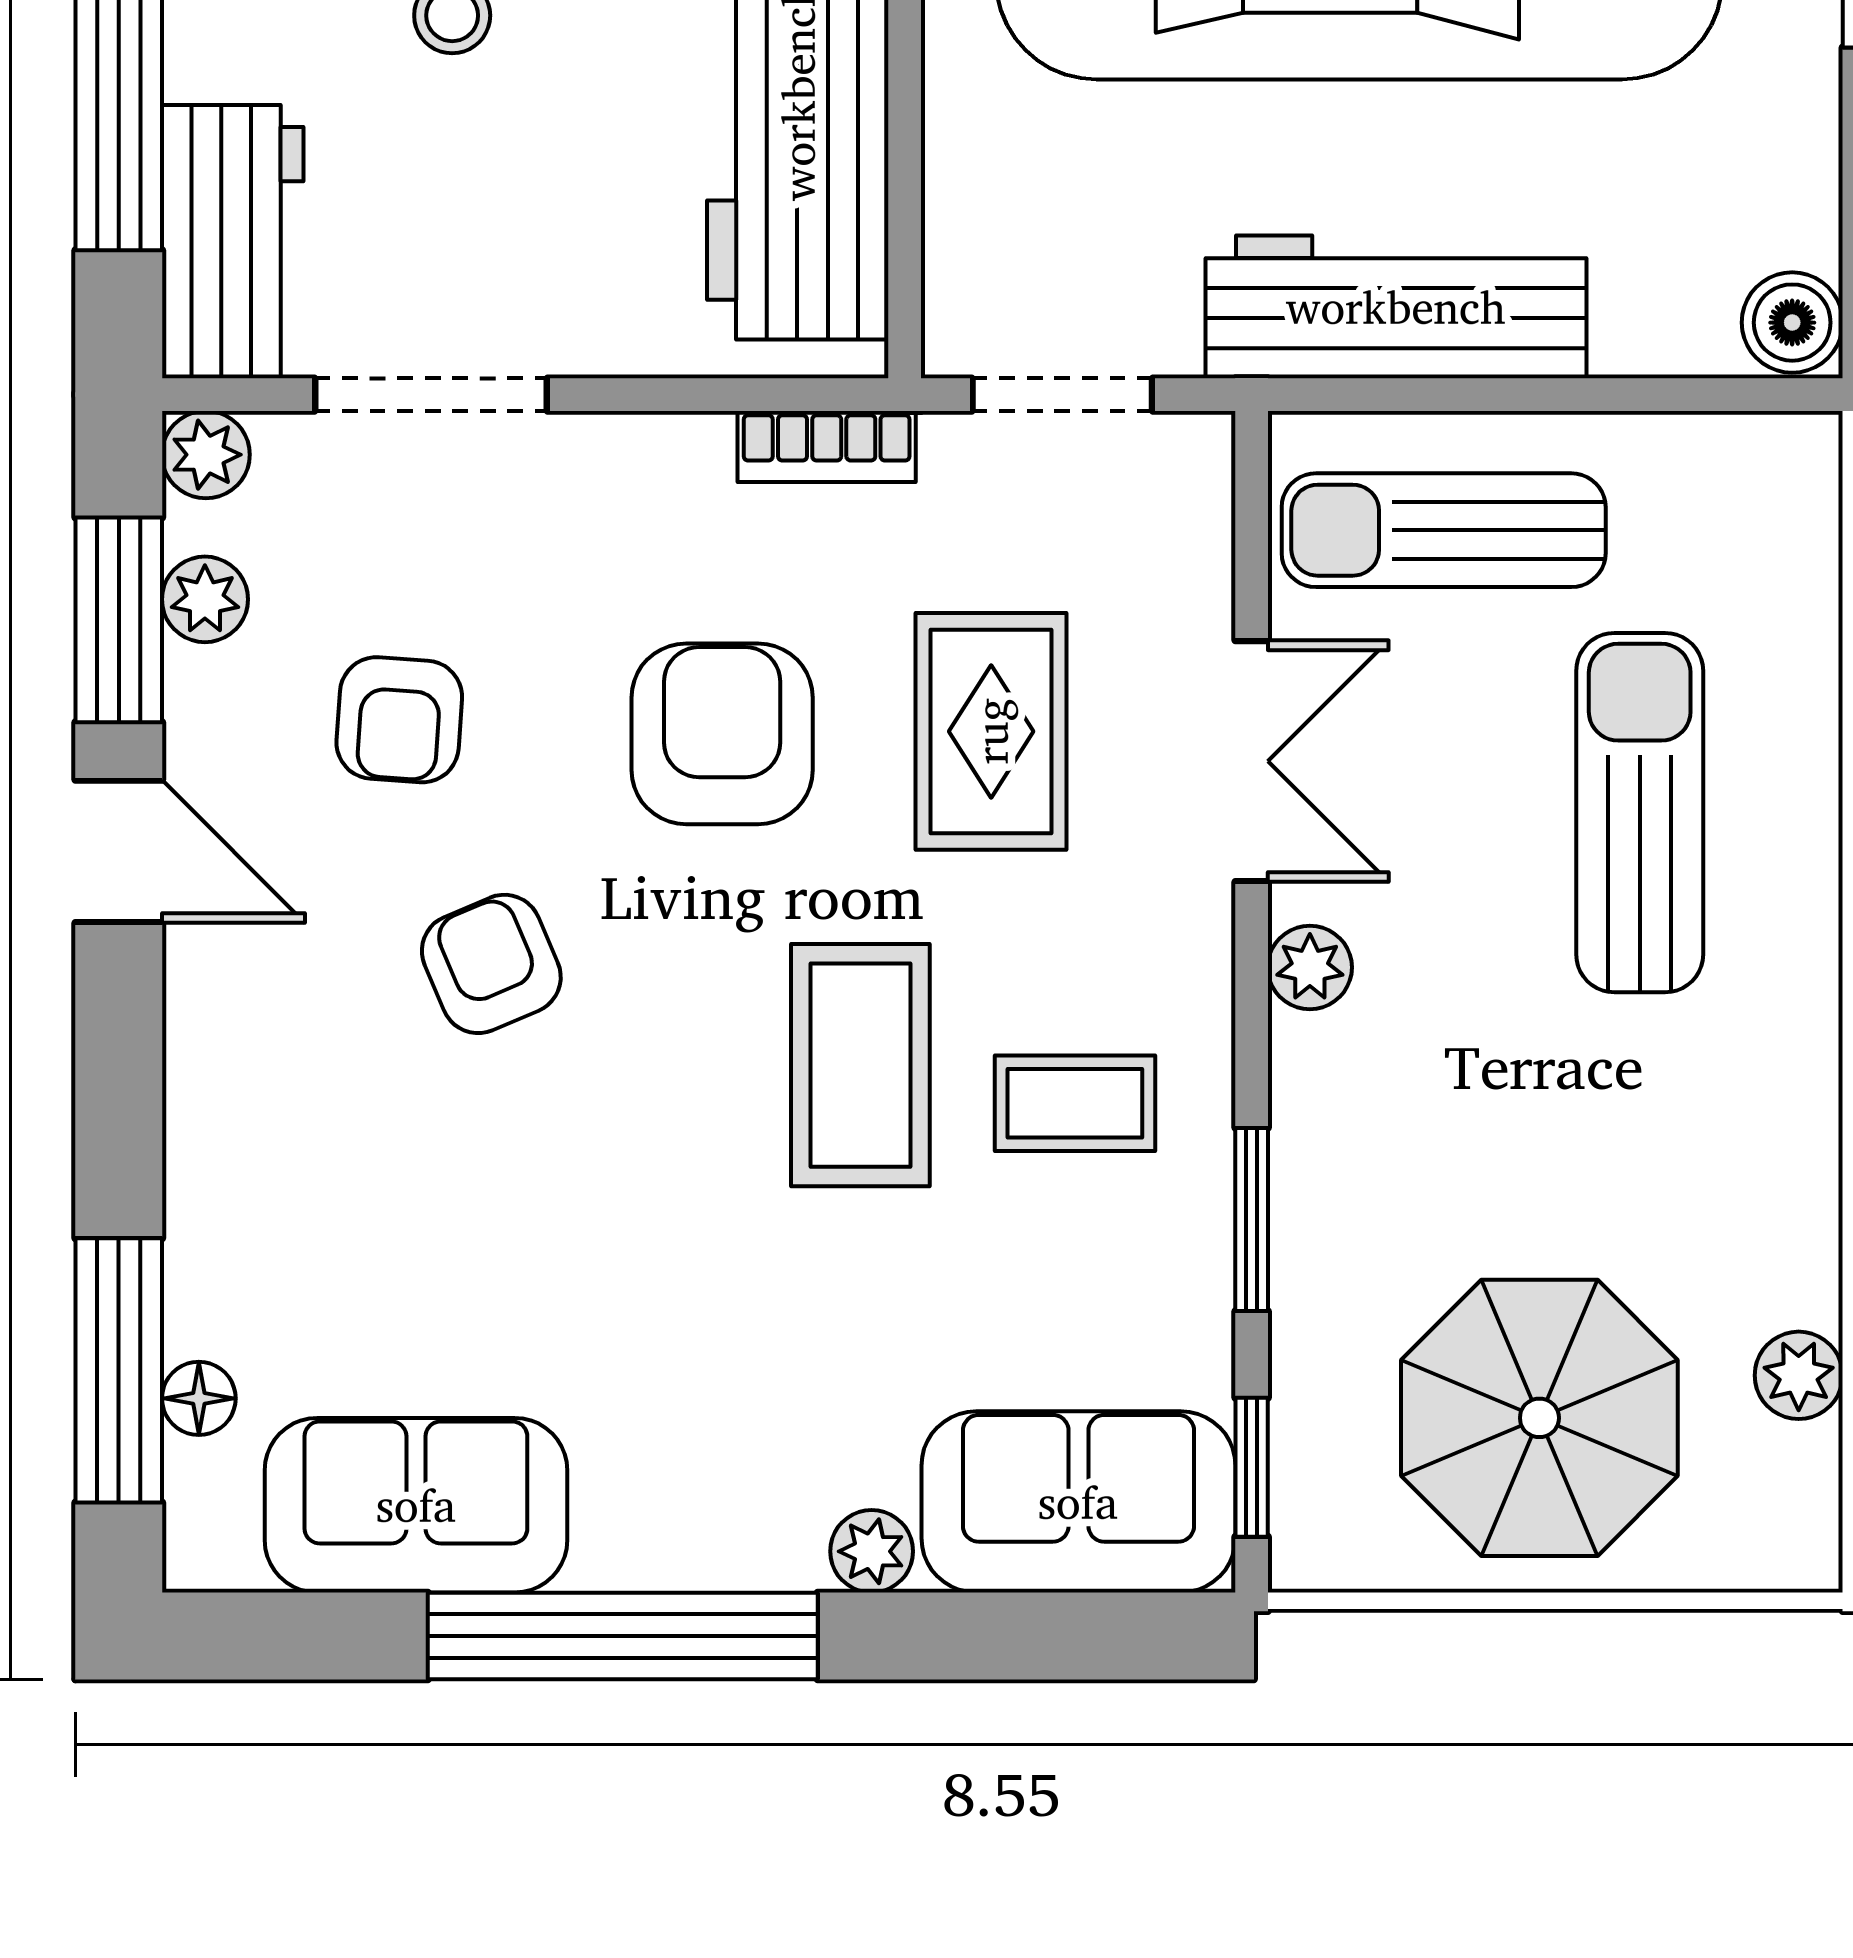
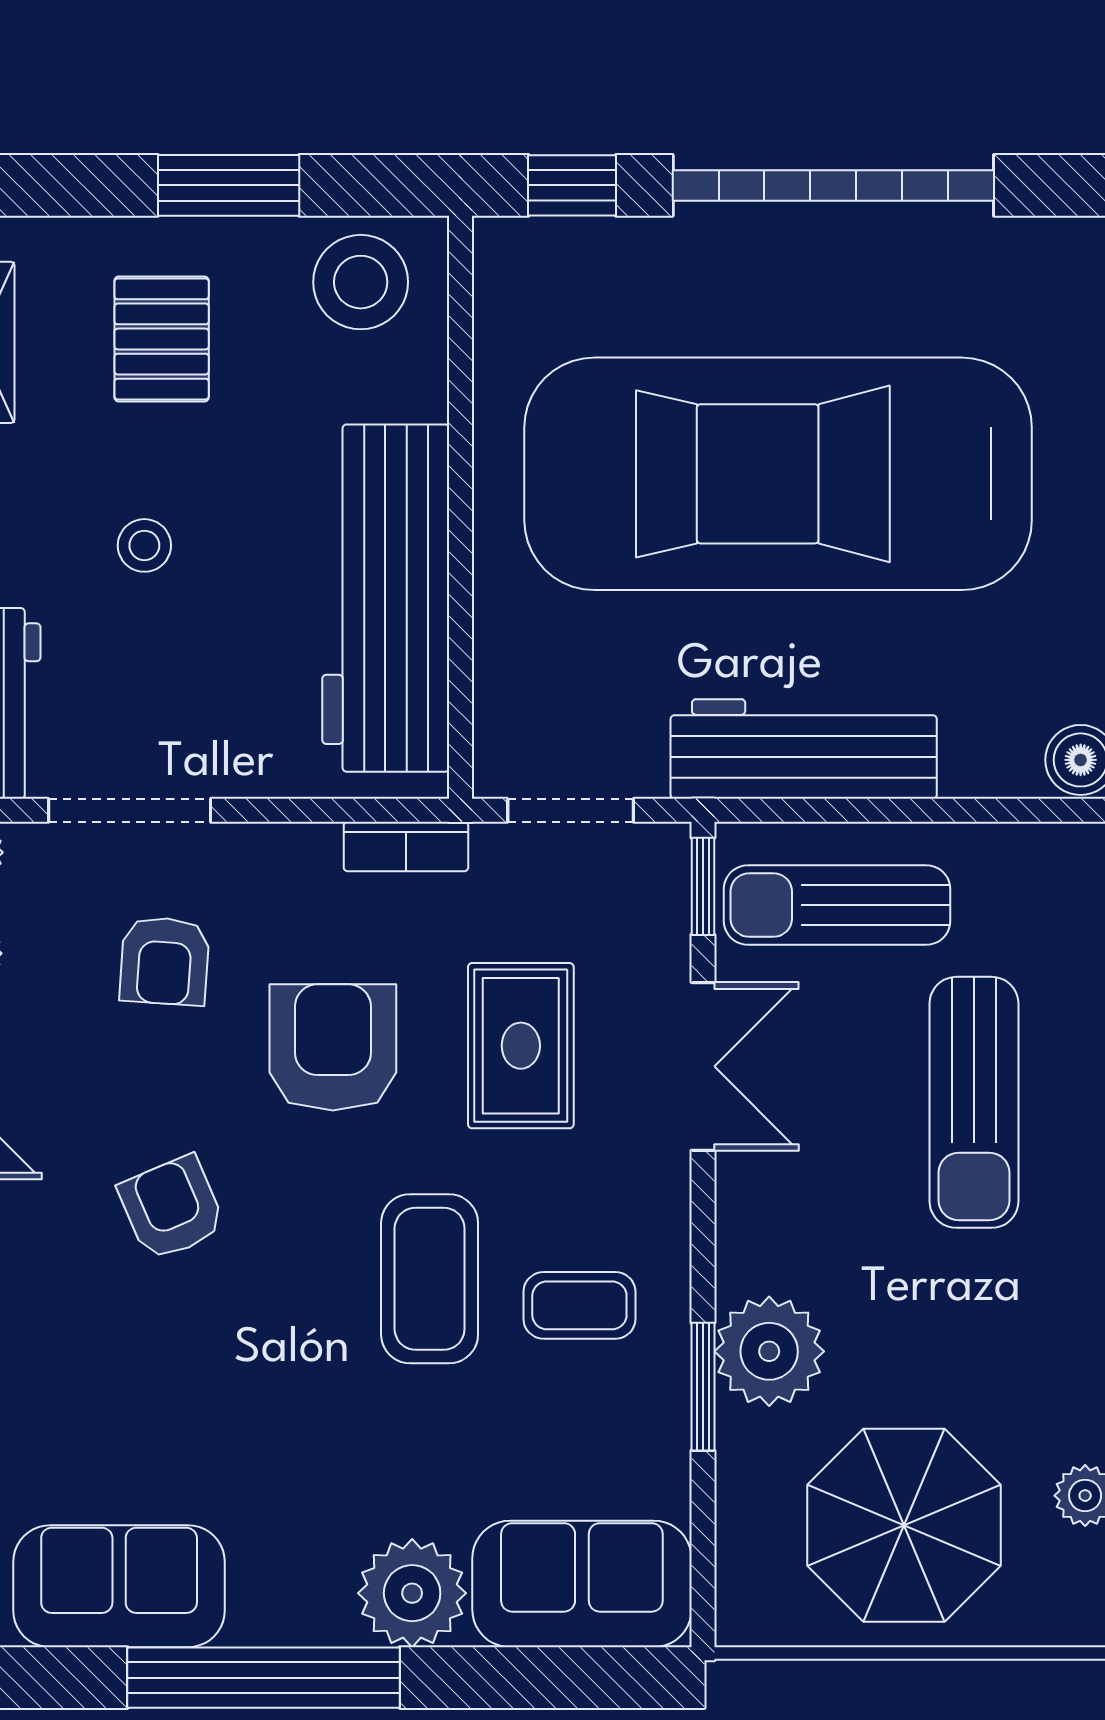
armchair: (399, 720) -> (165, 961), moved
sun lounger: (1640, 813) -> (974, 1102), turned 180
plant: (1310, 967) -> (769, 1351), moved, width x1.88, depth x1.88
window: (1252, 1467) -> (703, 886), moved
plant: (872, 1551) -> (412, 1593), width x1.88, depth x1.88

